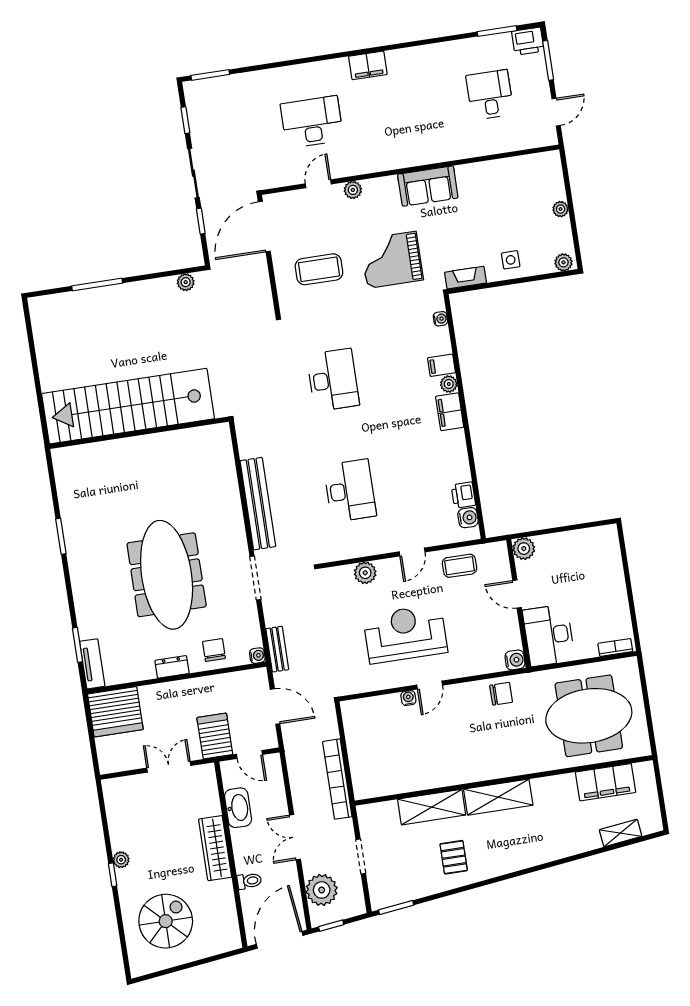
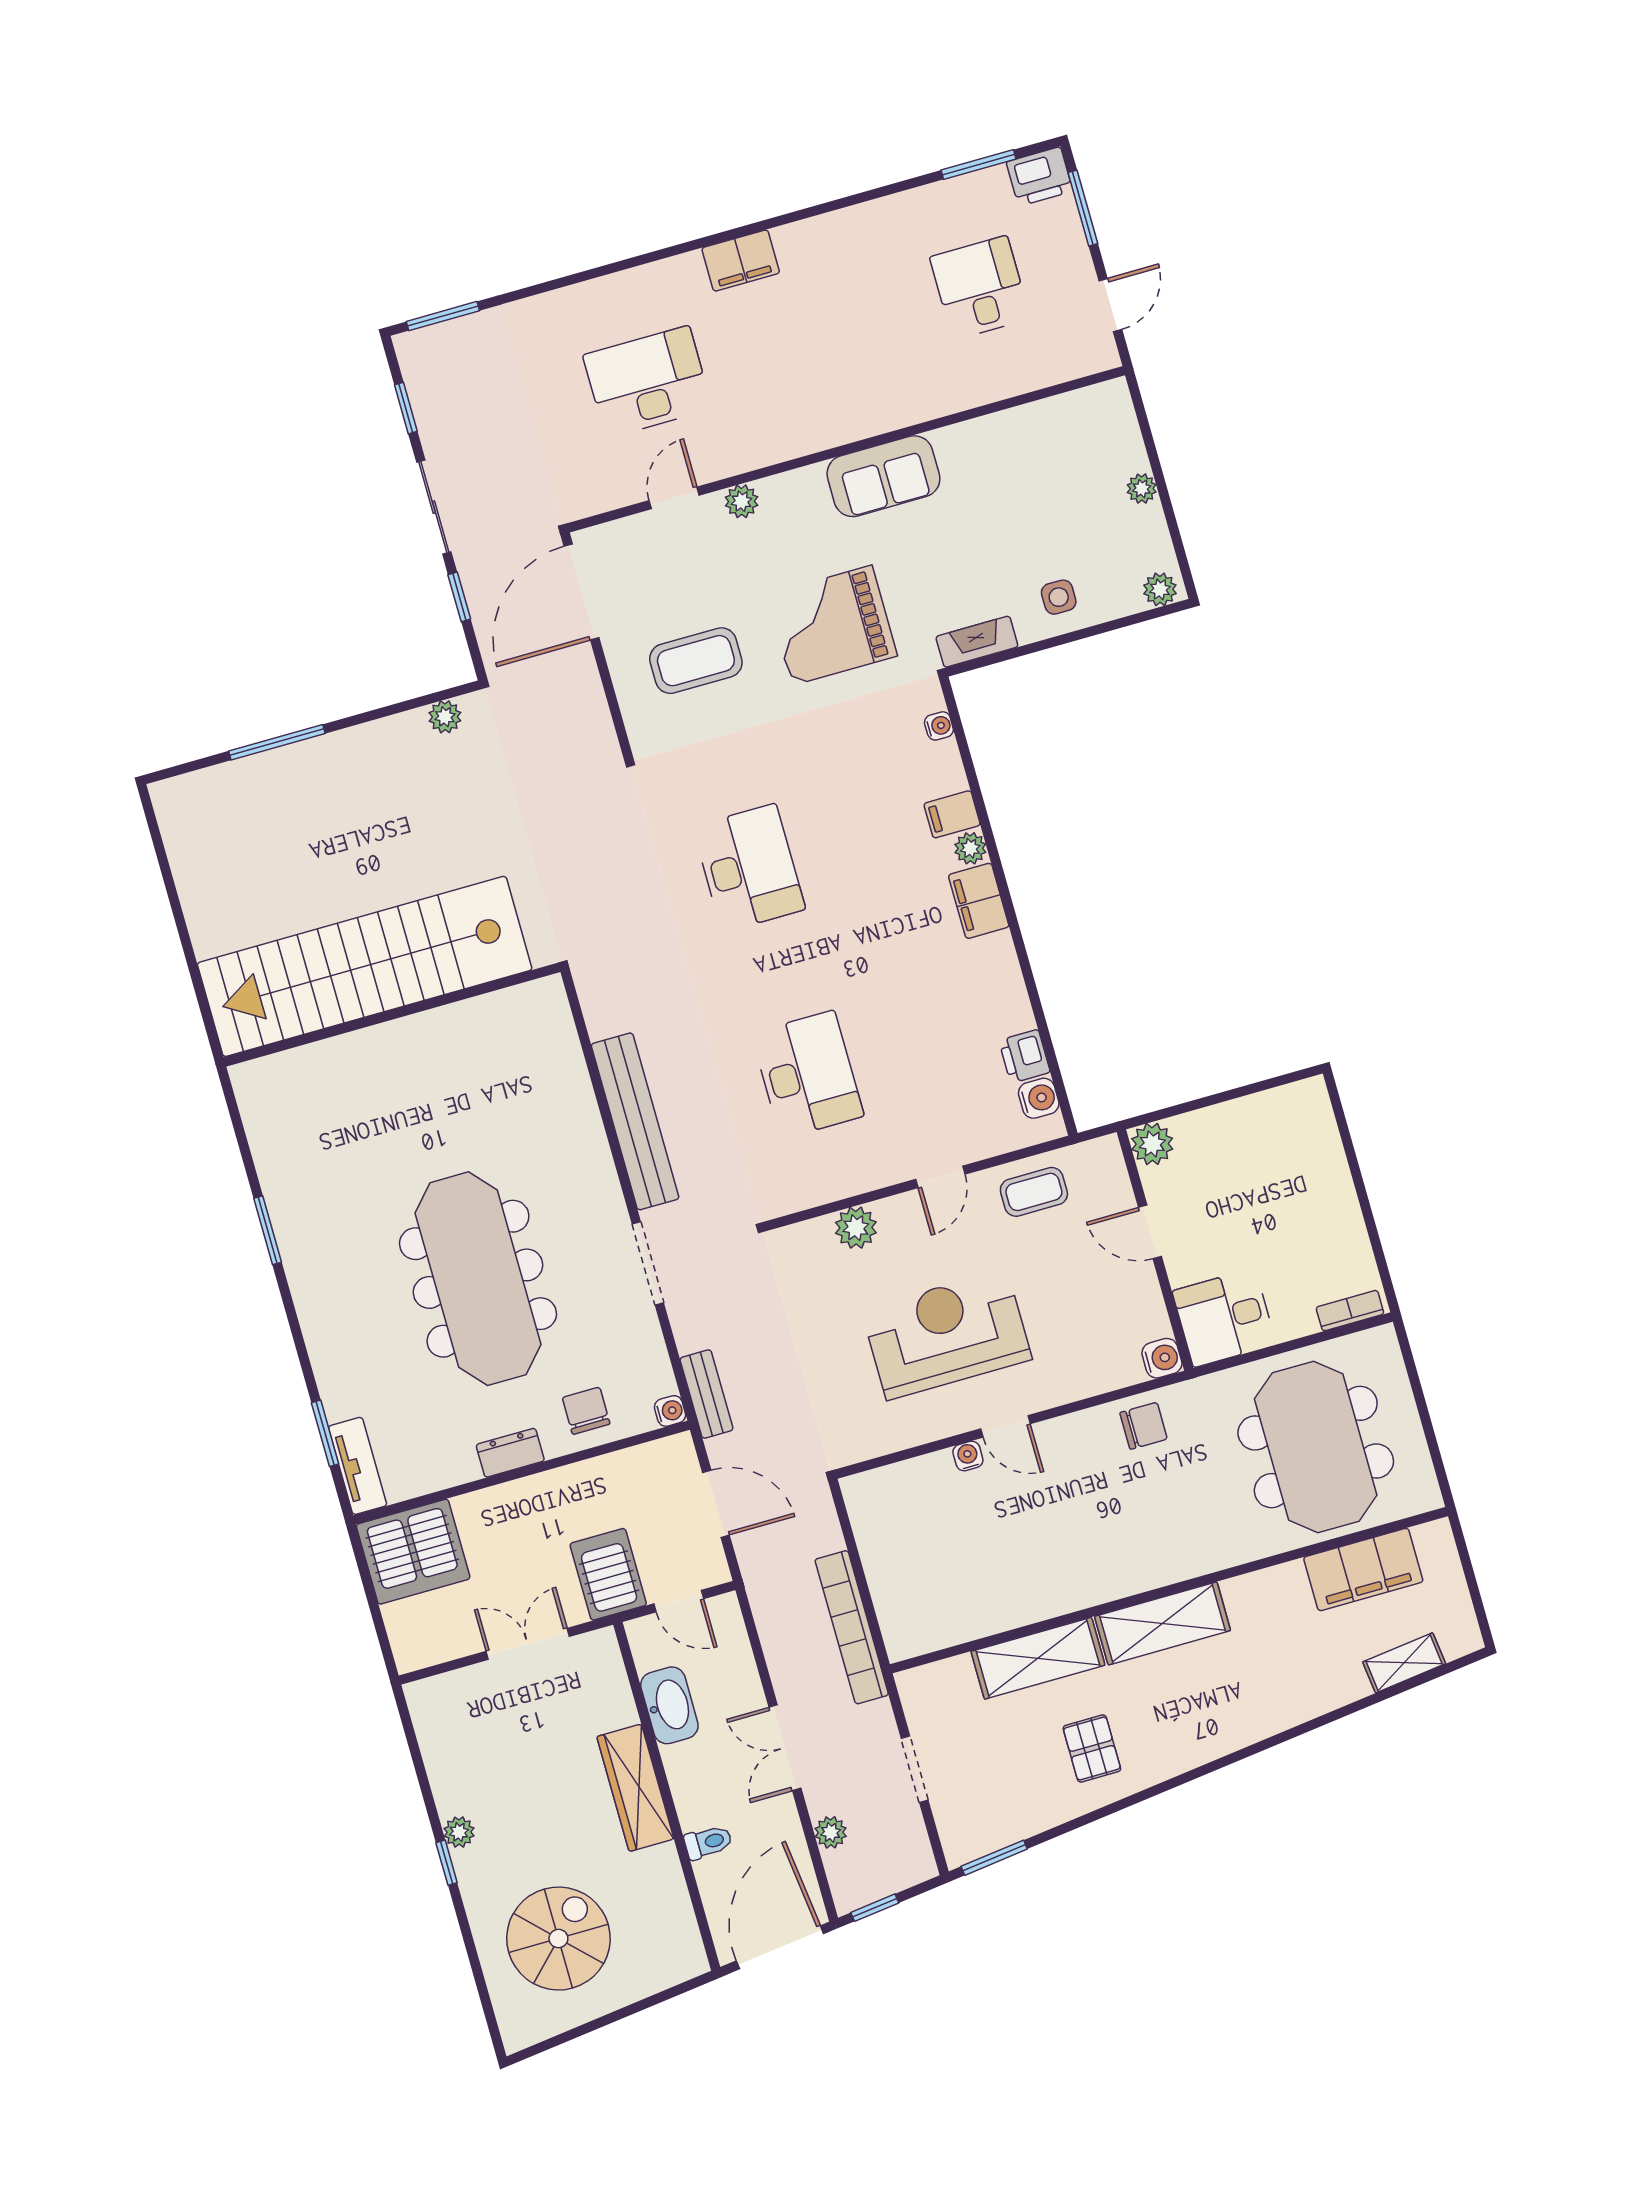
desk: (549, 635) -> (1224, 1318), width x0.73
door: (430, 685) -> (1005, 1426), hinge flipped
meeting table: (589, 716) -> (1316, 1447), turned 90
plant: (322, 890) -> (831, 1832), width x0.53, depth x0.53

